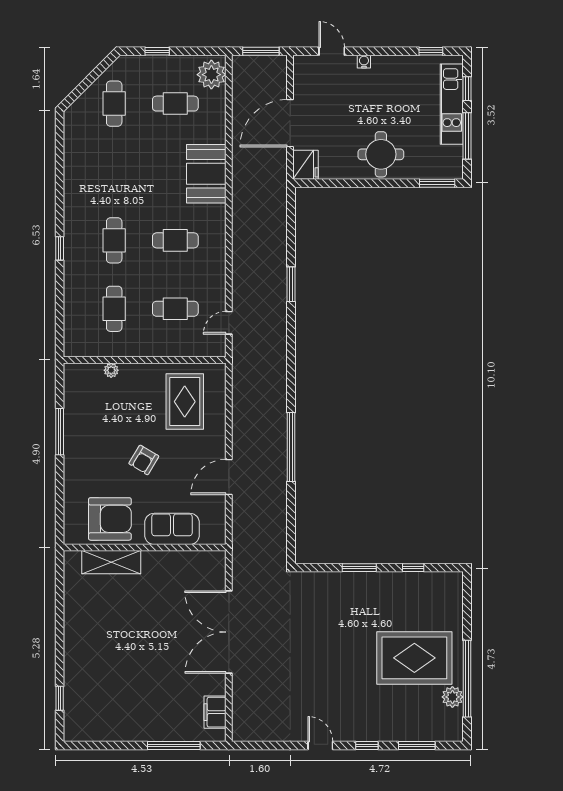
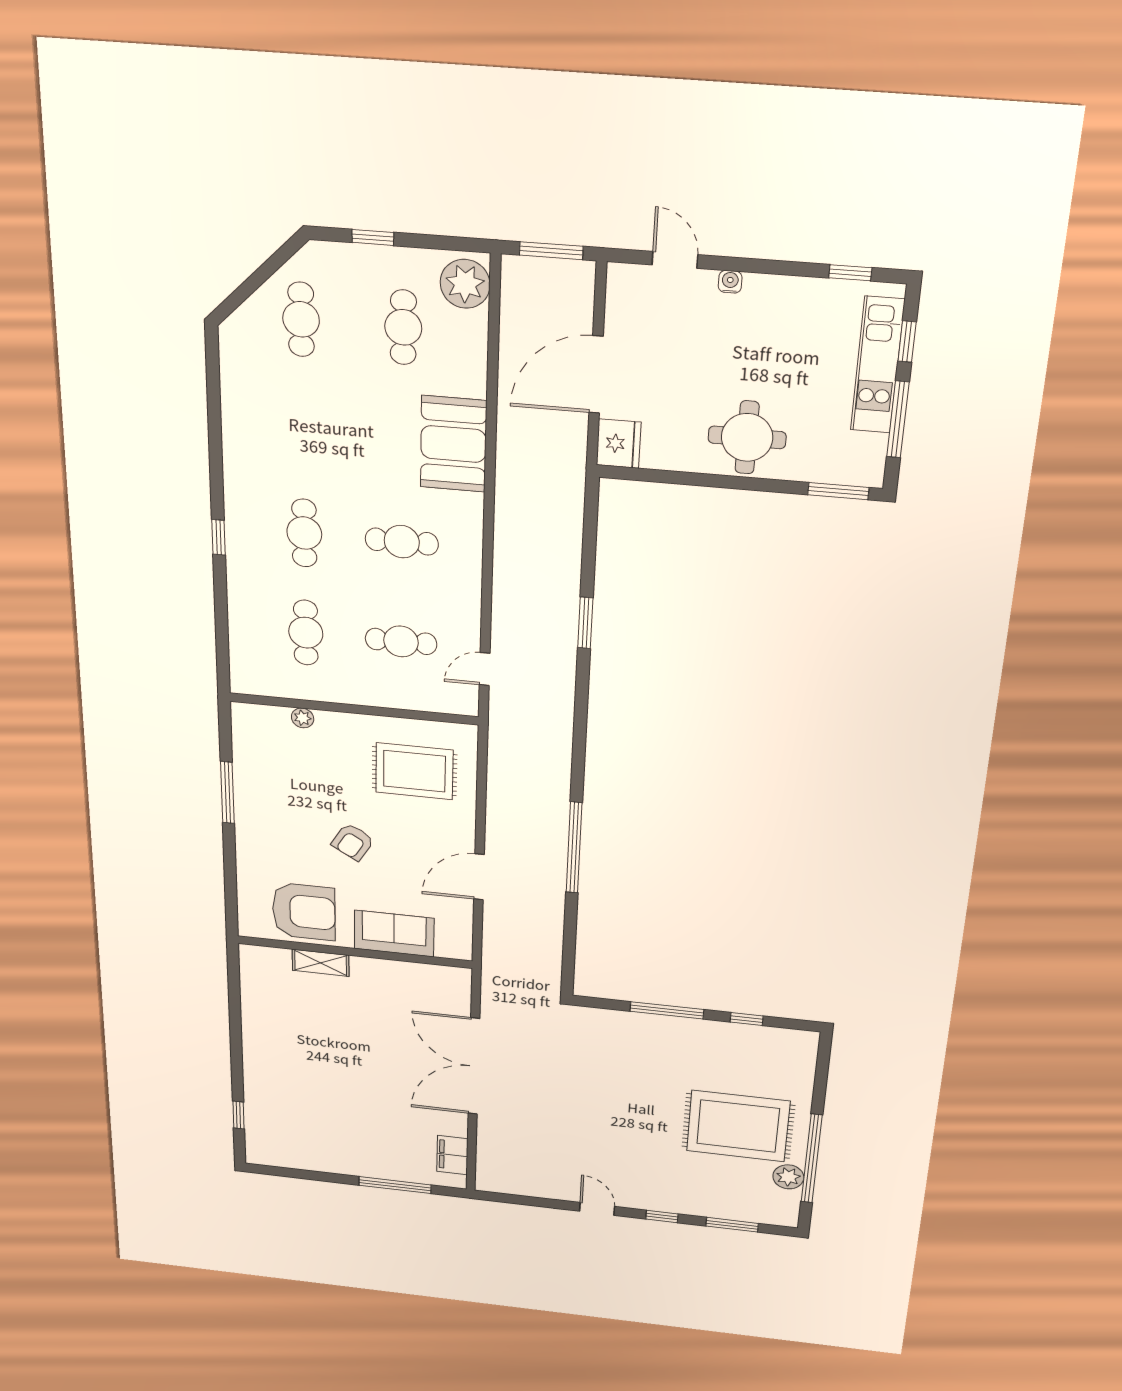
cafe table: (175, 104) -> (403, 327), turned 90
rug: (185, 402) -> (414, 771), turned 90
shelving: (111, 562) -> (321, 963), width x0.67, depth x0.75
window: (359, 568) -> (667, 1010), width x1.44

